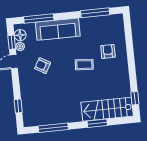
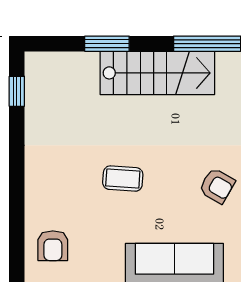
armchair: (108, 51) -> (53, 246), moved
stairs: (107, 109) -> (157, 73), moved

